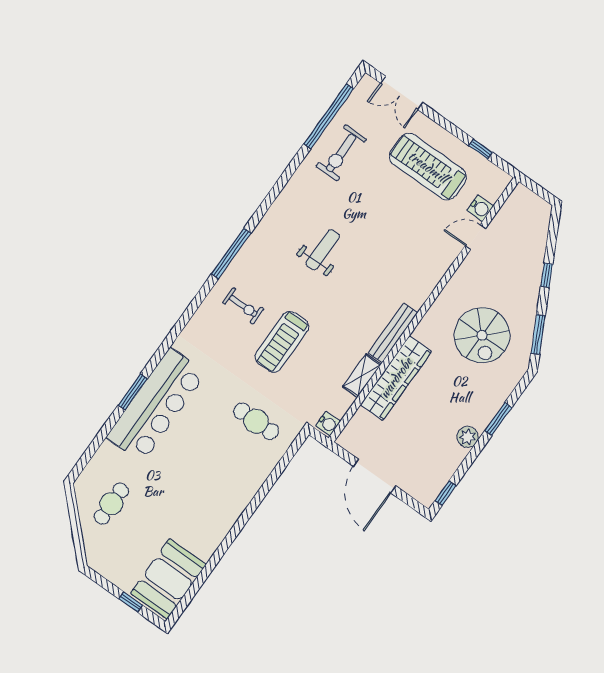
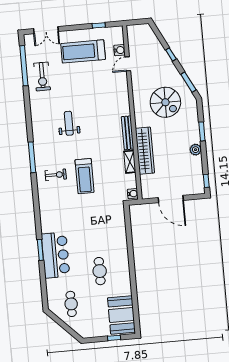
bar counter: (156, 405) -> (56, 255), width x0.73
cafe table: (256, 421) -> (100, 271), moved, turned 90

